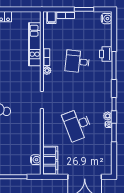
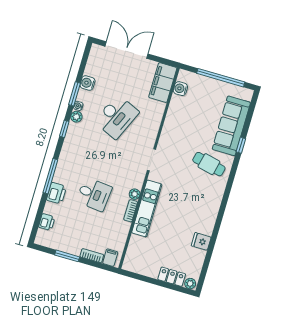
water cooler: (107, 19) -> (87, 83), moved
printer: (107, 30) -> (47, 222), added
kitchen unit: (35, 44) -> (147, 208), moved
desk: (77, 125) -> (117, 117), turned 45

